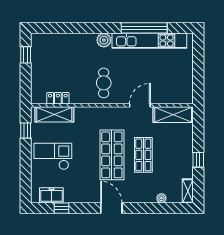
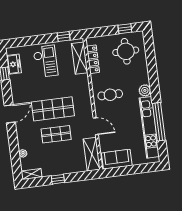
round table: (53, 57) -> (126, 51), added
sofa: (183, 85) -> (117, 159), added
locker: (58, 98) -> (93, 59), width x1.53

